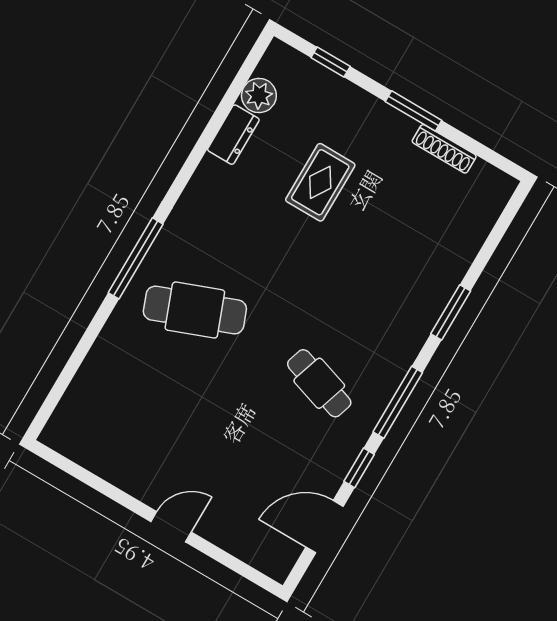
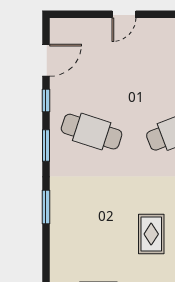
cafe table: (319, 383) -> (92, 132), width x1.37, depth x1.35
window: (398, 402) -> (46, 145), width x0.69

